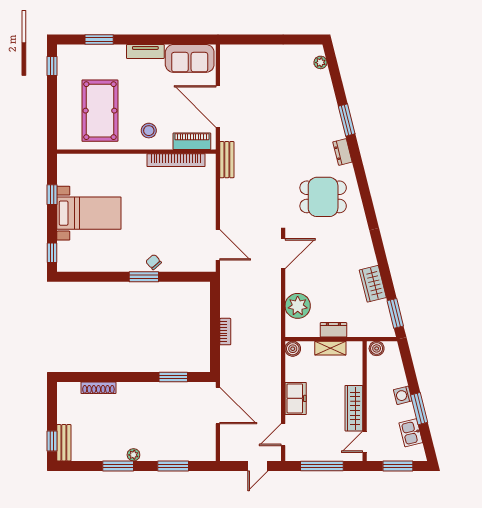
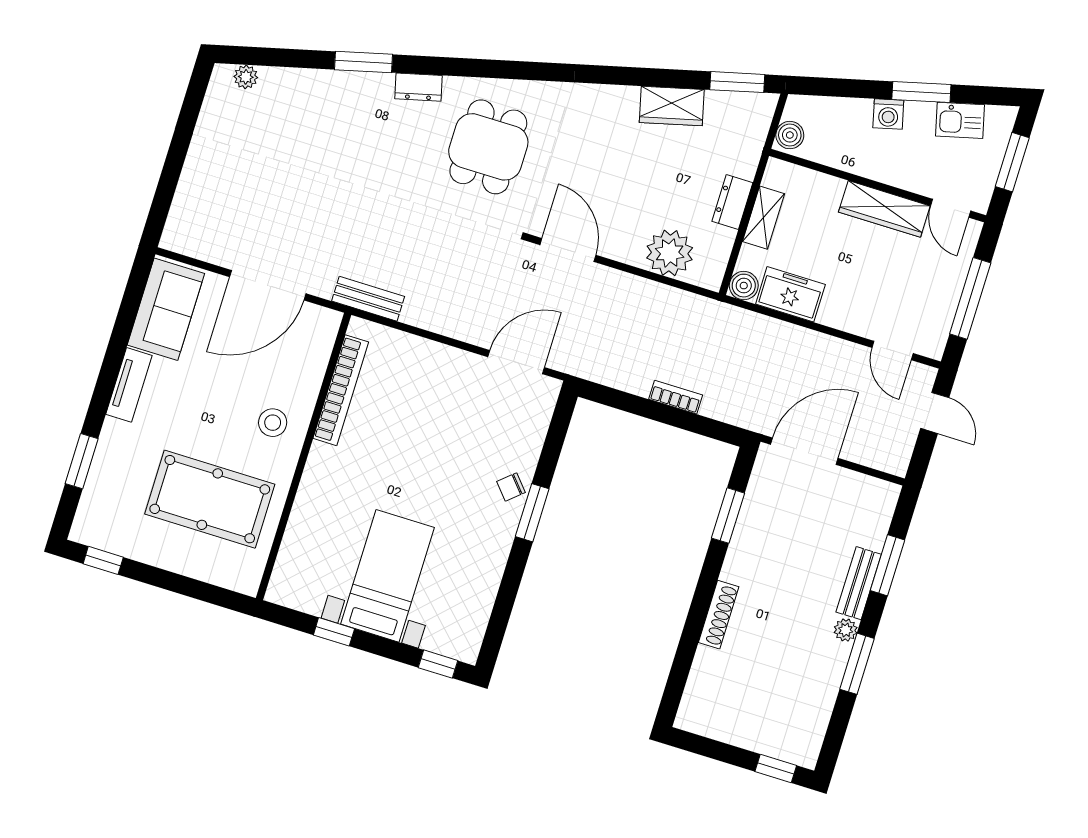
piano: (192, 141) -> (316, 351), removed
shoe rack: (98, 388) -> (719, 615), moved
freezer: (296, 398) -> (790, 294), moved
bench: (64, 443) -> (859, 583), moved, turned 90

